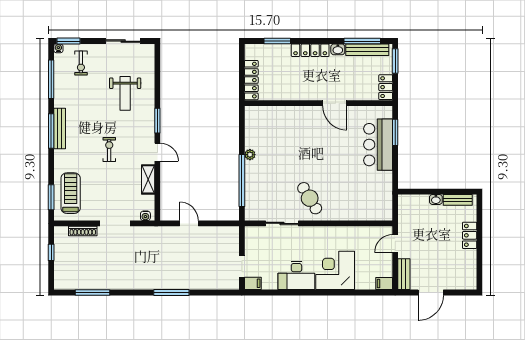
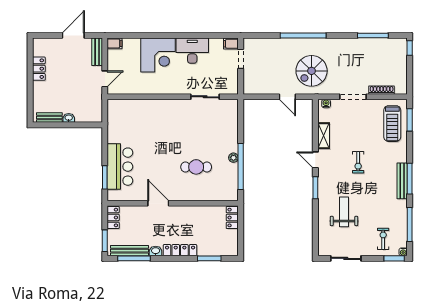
locker: (251, 80) -> (232, 218), width x0.66
window: (242, 181) -> (241, 167), moved
cafe table: (310, 198) -> (196, 167), moved, turned -59
locker: (470, 235) -> (39, 69), moved
window: (51, 252) -> (410, 48), moved
spiral stairs: (162, 253) -> (312, 71), added
window: (171, 292) -> (303, 36), width x1.46

